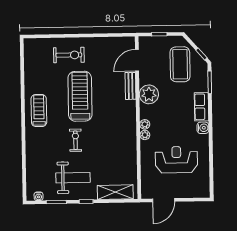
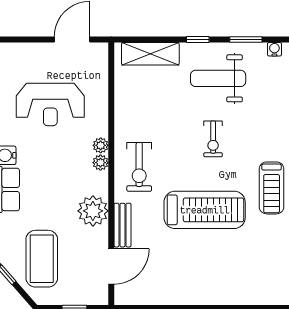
exercise bike: (69, 55) -> (139, 167), moved, turned -90
treadmill: (80, 96) -> (205, 210), turned -90

